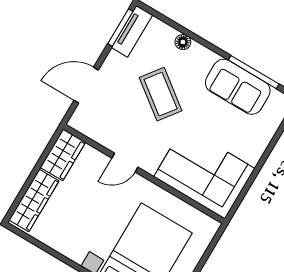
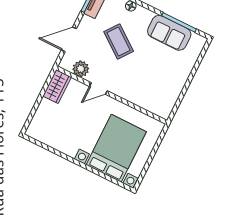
plant: (101, 131) -> (81, 69), added
corner sofa: (204, 173) -> (151, 91), removed
wardrobe: (34, 200) -> (40, 118), removed

